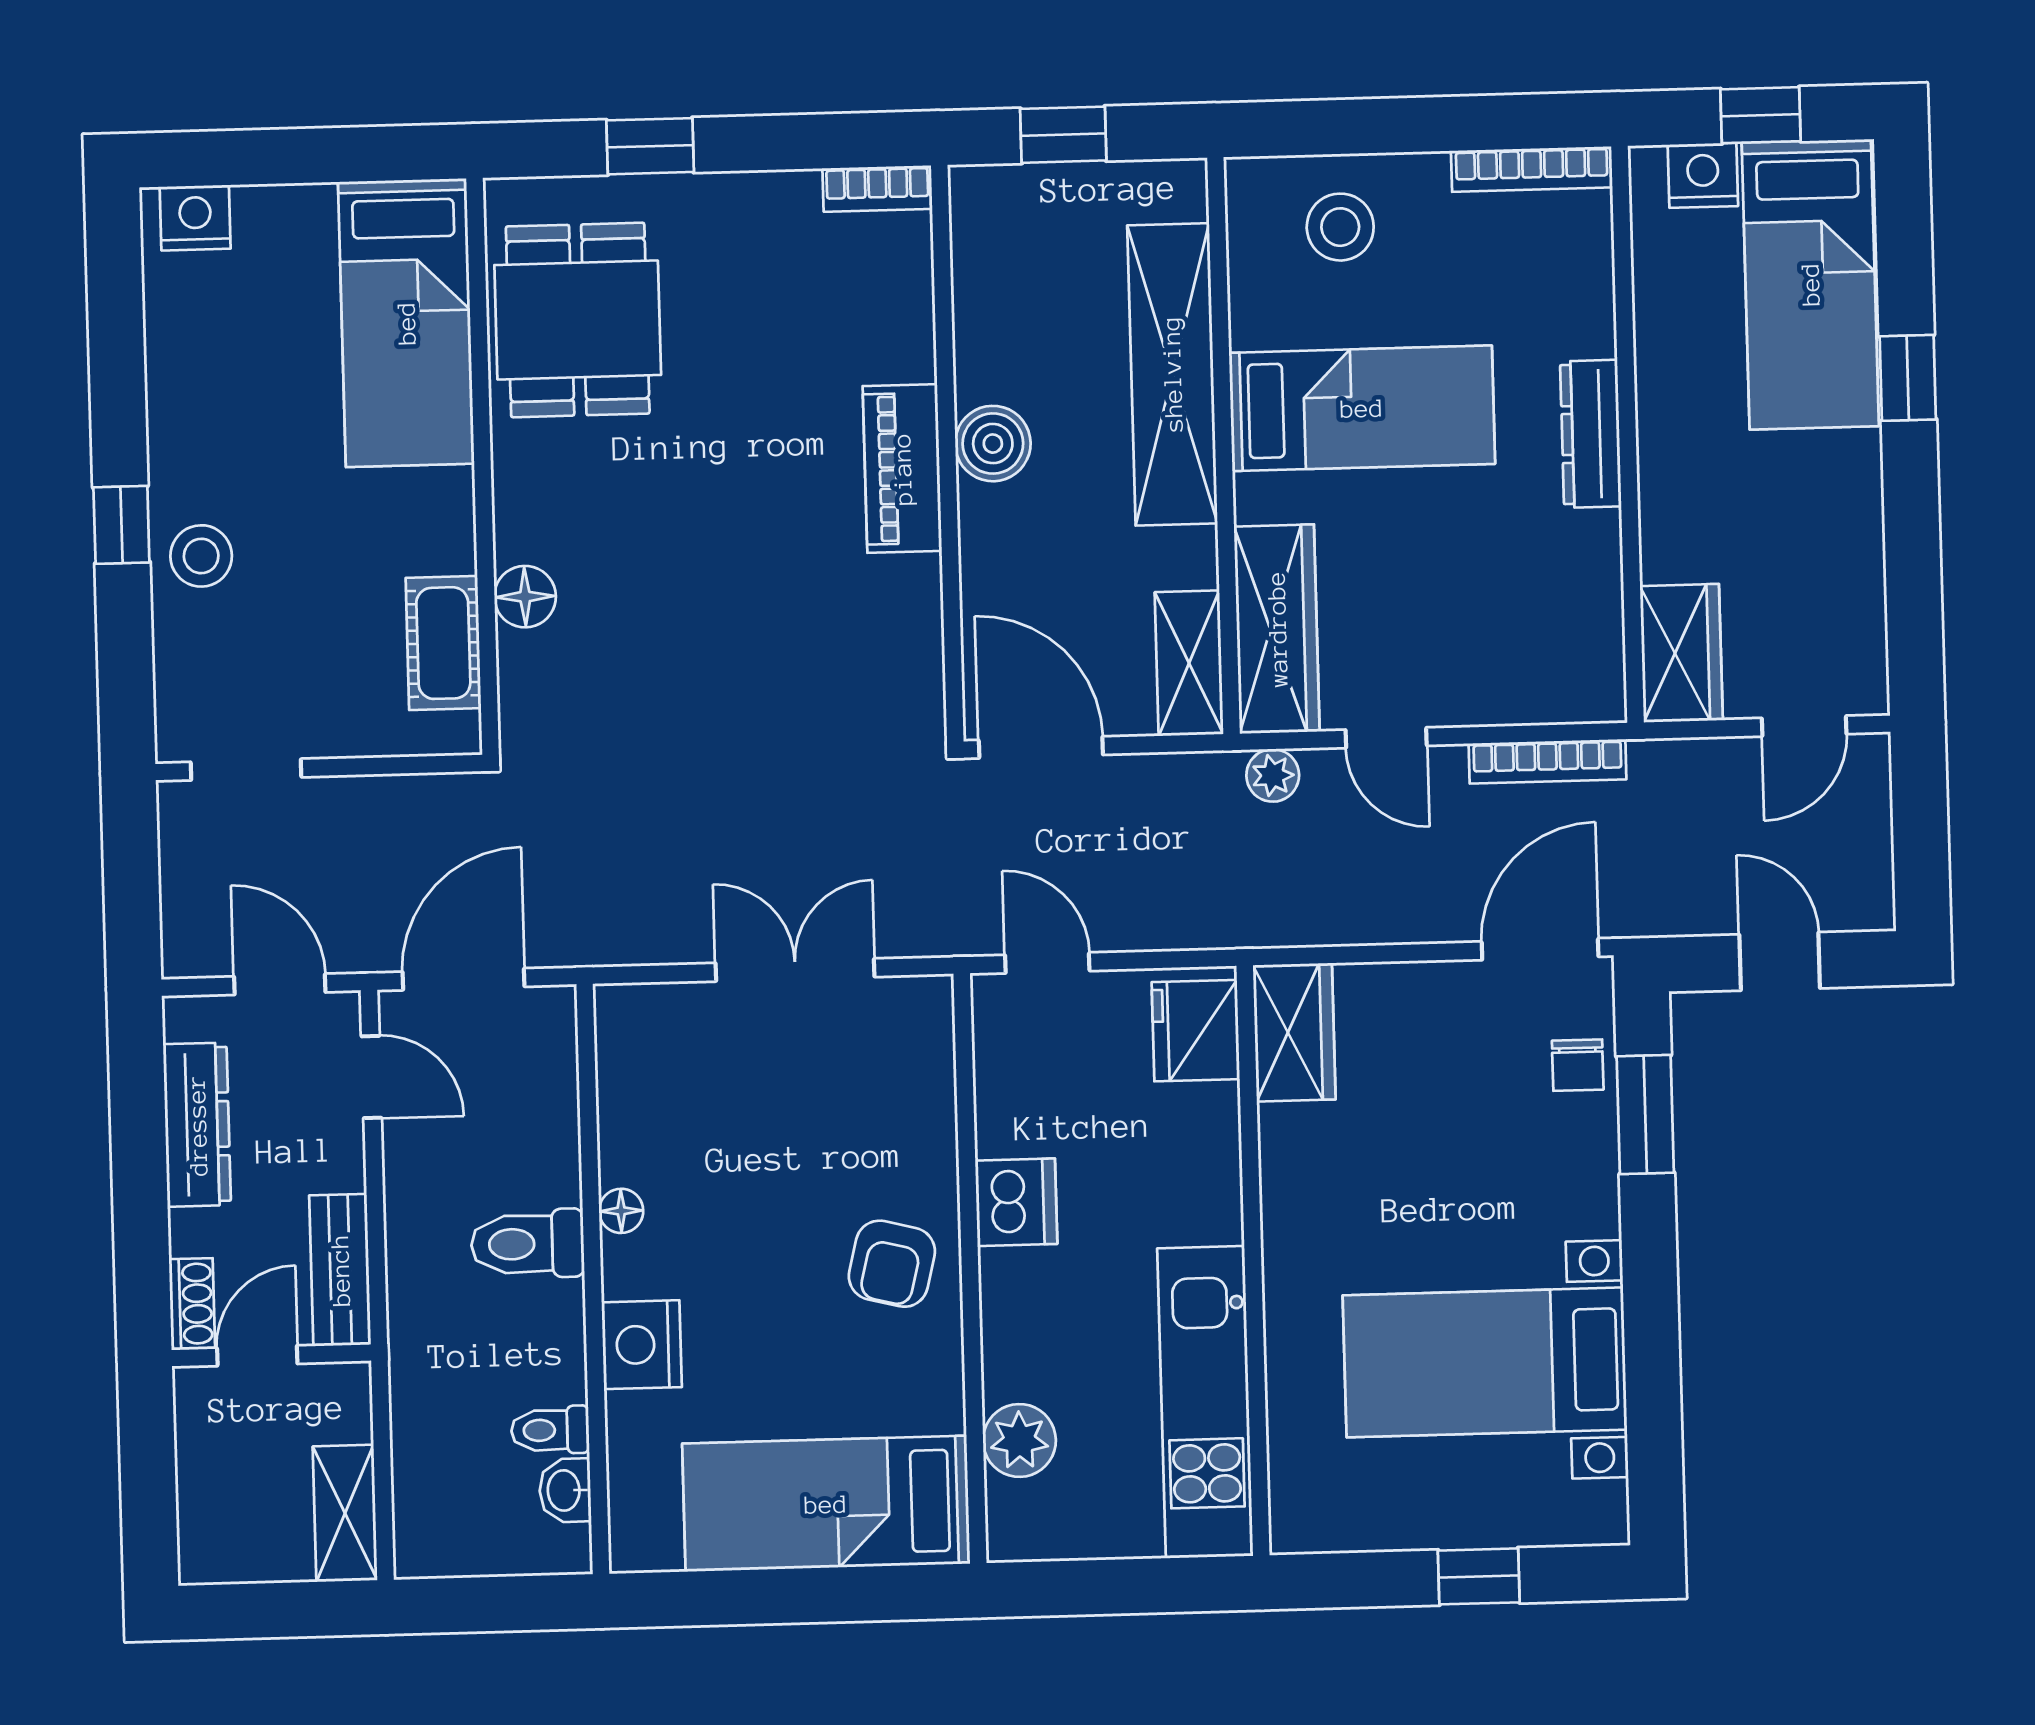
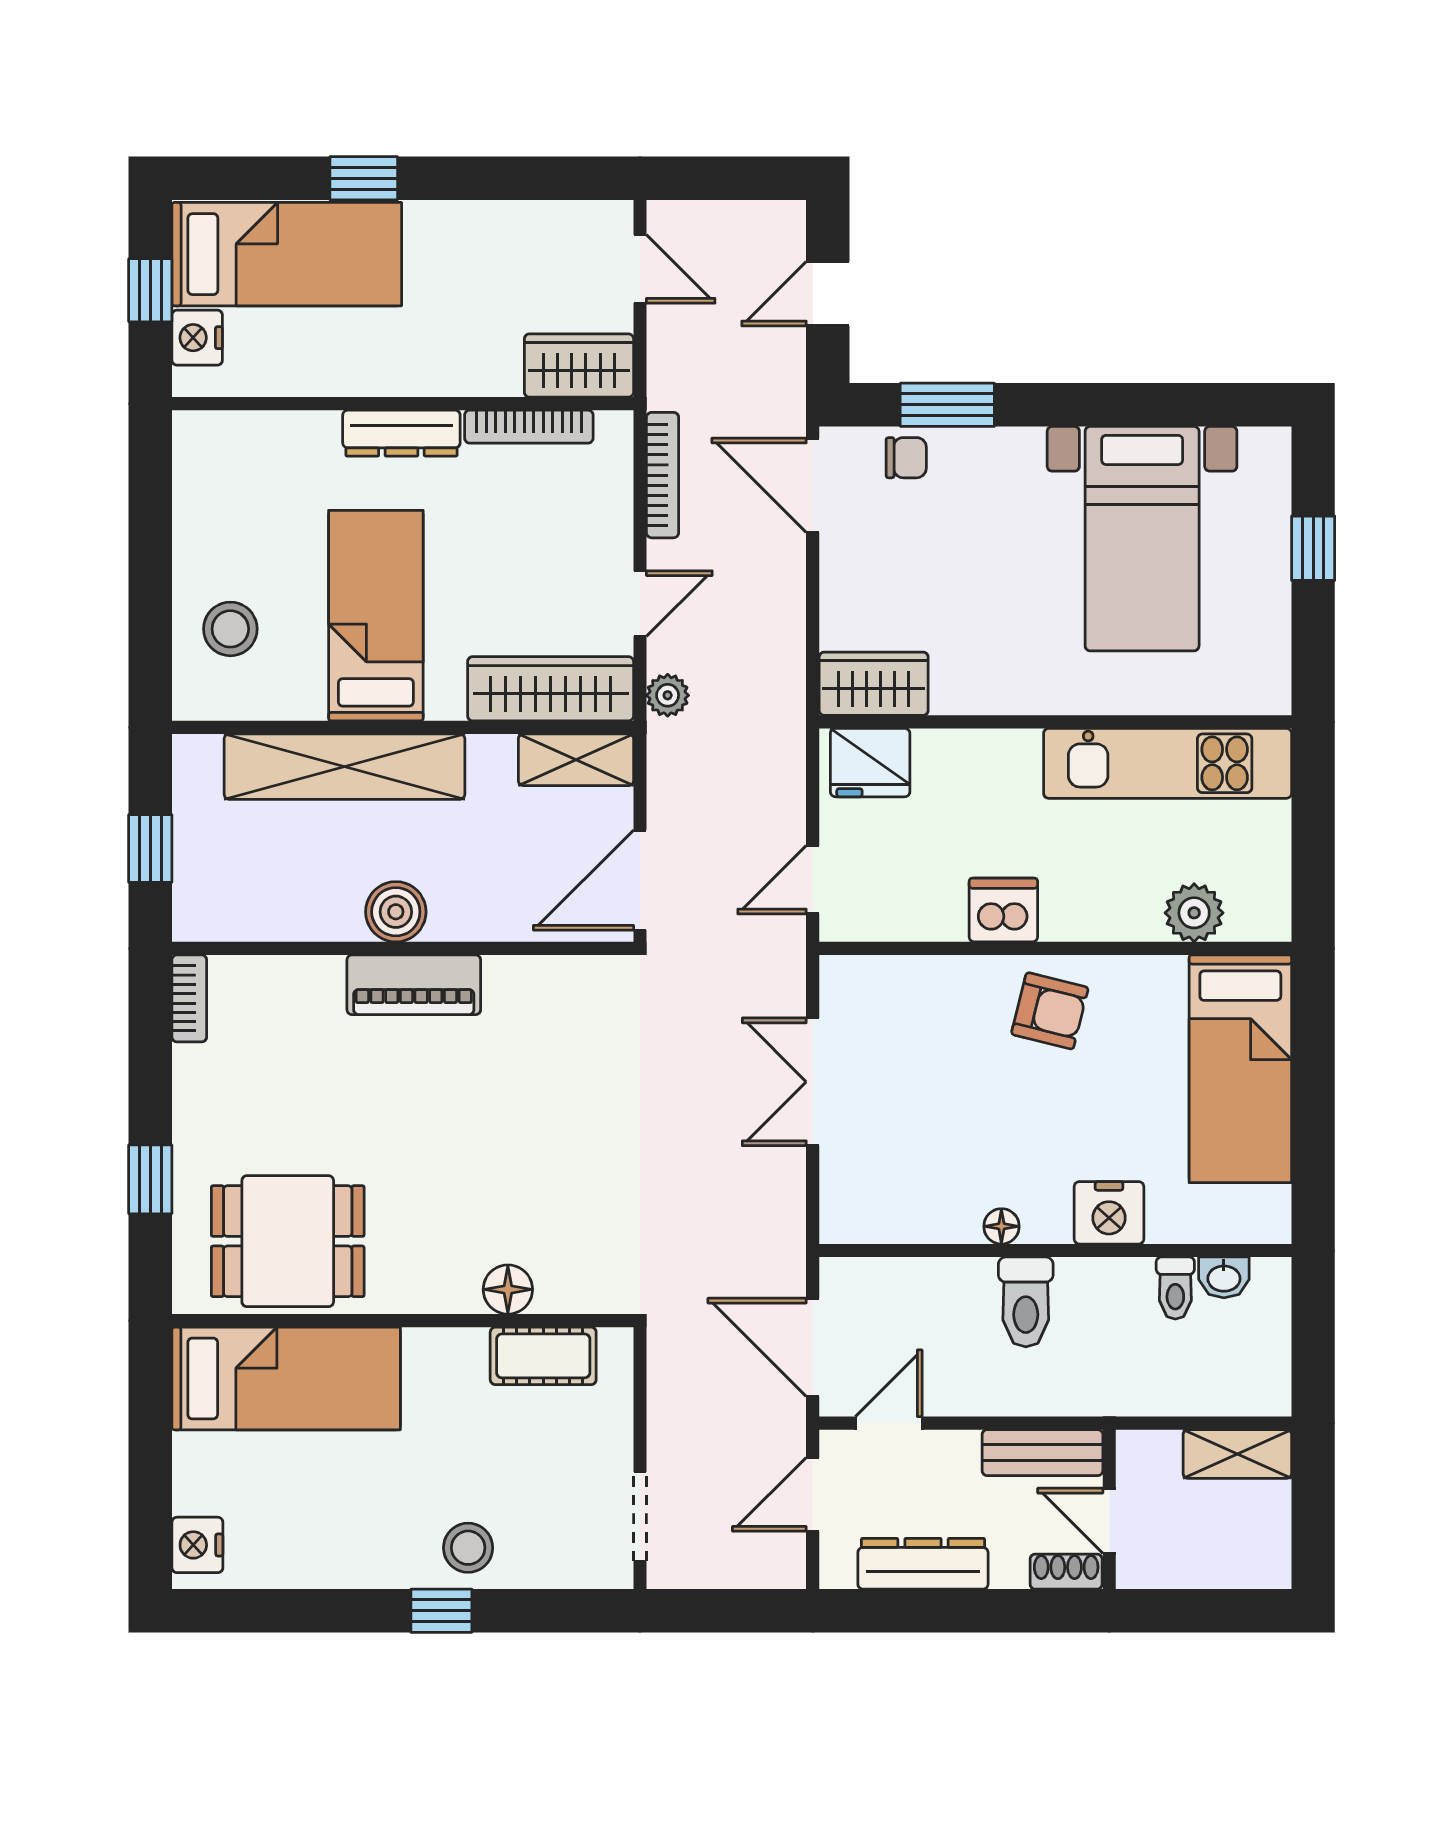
bookcase: (1532, 169) -> (529, 427), moved, turned 90

